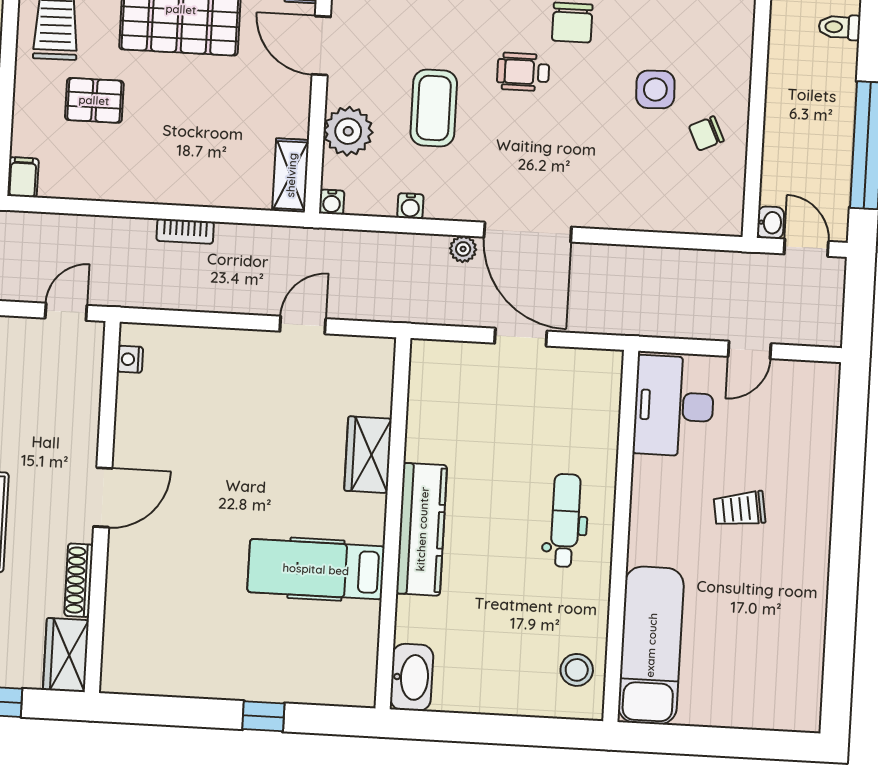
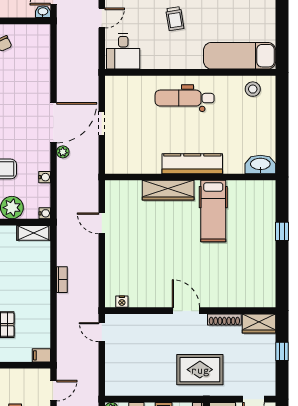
door: (750, 350) -> (102, 18), hinge flipped
desk: (674, 406) -> (123, 51), width x0.73
wardrobe: (368, 455) -> (168, 190), width x1.50
dental chair: (565, 520) -> (185, 98), width x1.36, depth x1.38

